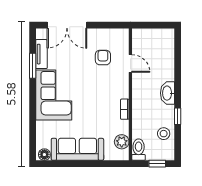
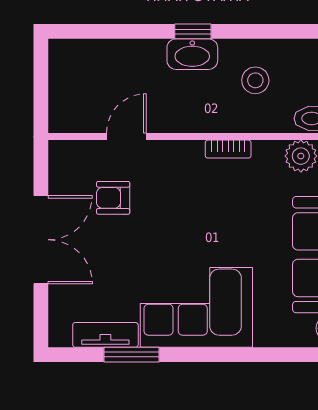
double door: (67, 25) -> (41, 240), moved
window: (178, 116) -> (193, 31), moved
stool: (164, 134) -> (255, 80), moved

